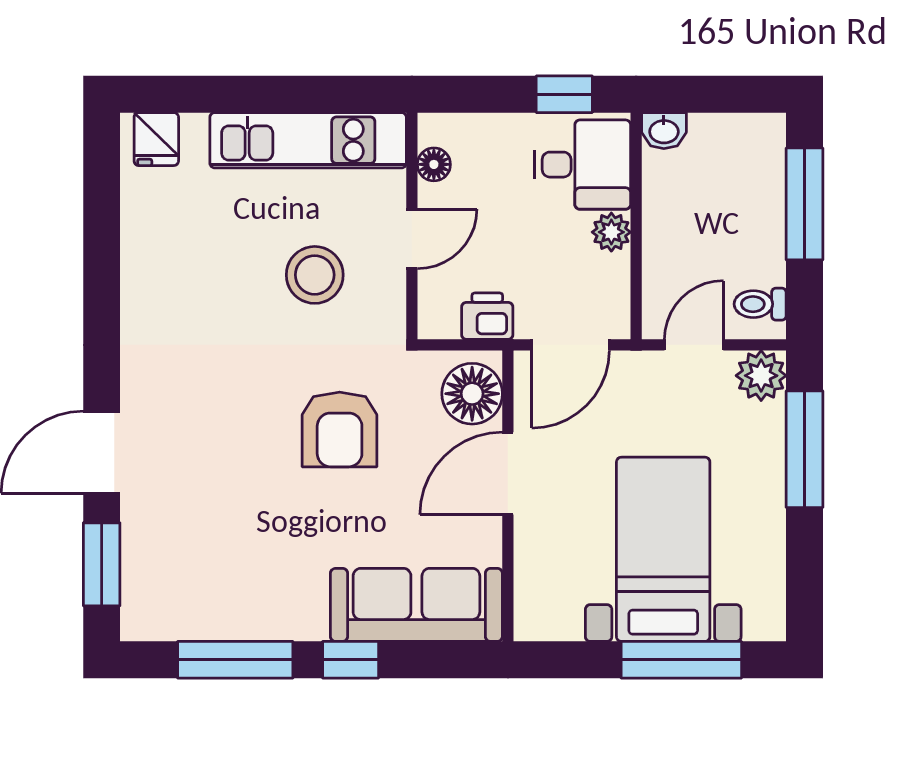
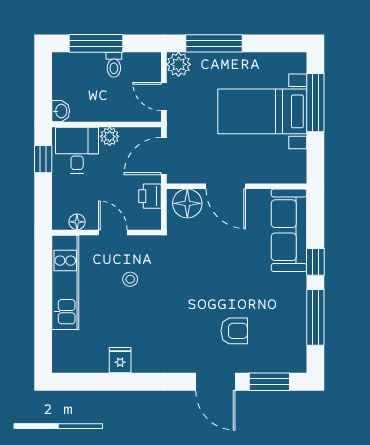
fridge: (156, 139) -> (120, 360), moved, turned -90
stool: (315, 275) -> (130, 279), width x0.53, depth x0.53
toilet: (760, 304) -> (114, 65), moved
door: (571, 345) -> (164, 156), swing flipped
armchair: (340, 429) -> (234, 331), moved, width x0.72, depth x0.72

